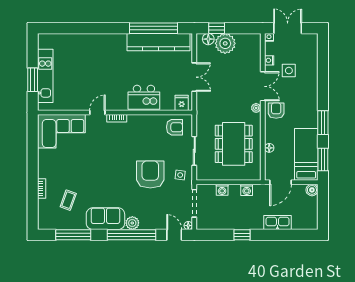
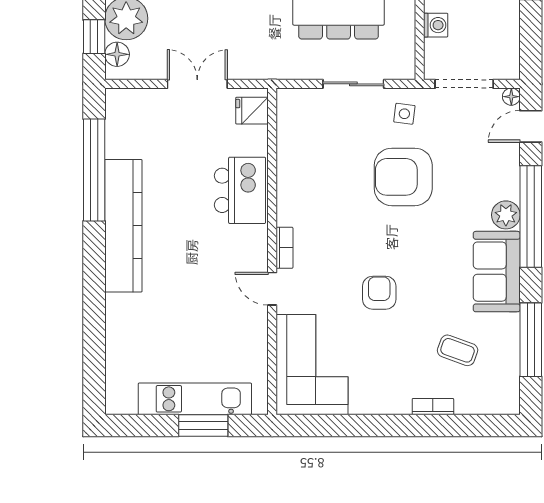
kitchen counter: (158, 42) -> (123, 226), moved
armchair: (174, 127) -> (379, 293), moved

